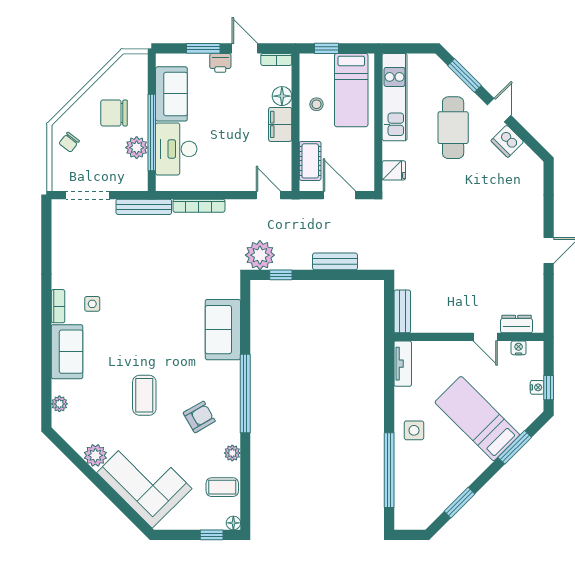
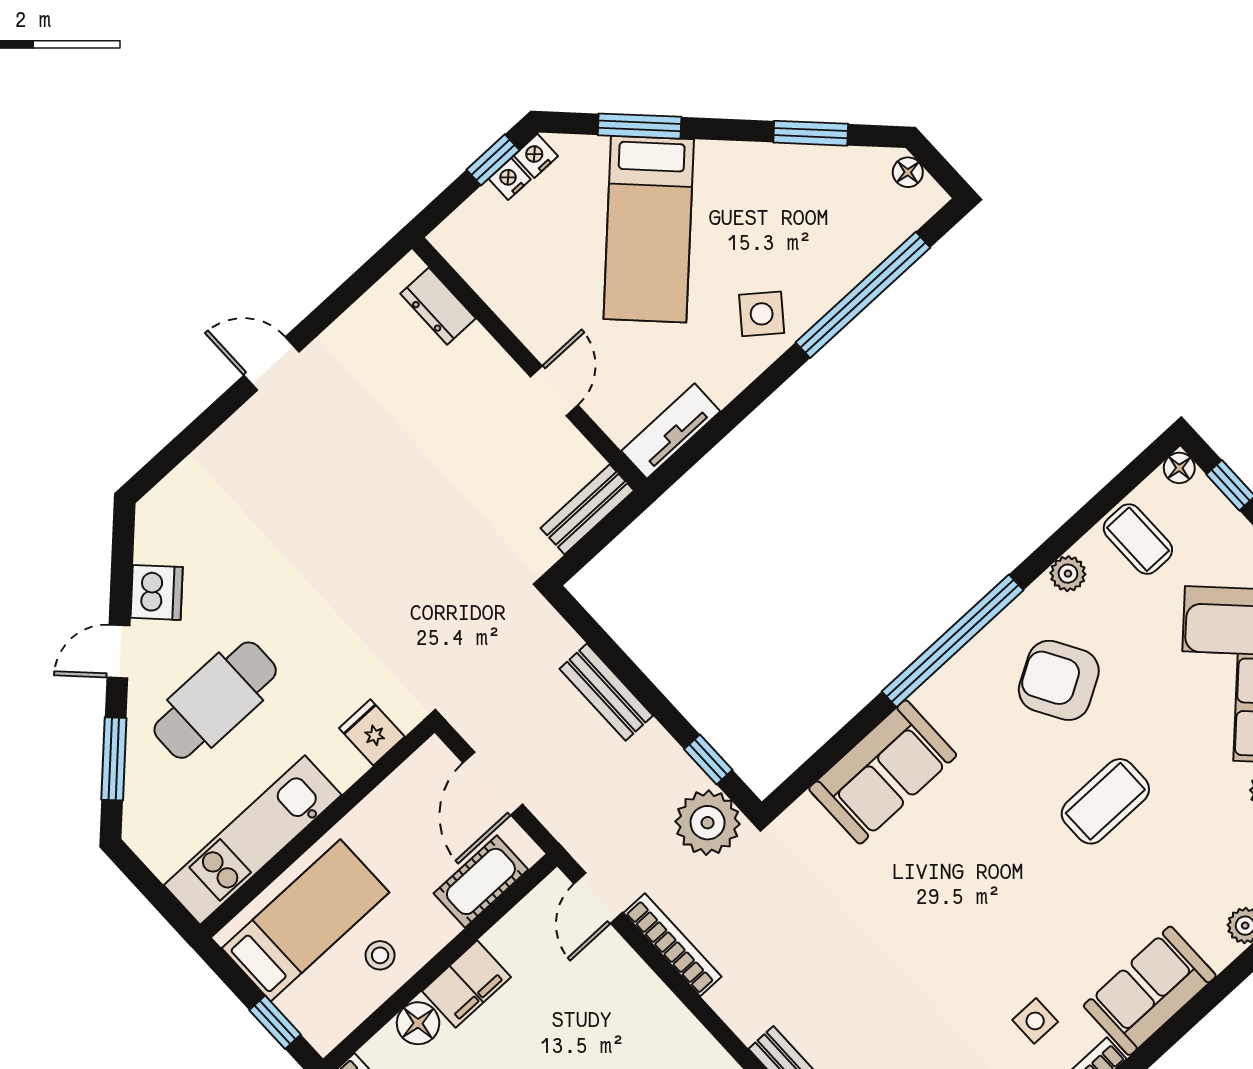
bookcase: (199, 206) -> (672, 945), moved
door: (485, 337) -> (554, 391), moved
nightstand: (519, 348) -> (536, 156), moved, turned 90
armchair: (199, 417) -> (1059, 680), width x1.38, depth x1.38
side table: (414, 430) -> (762, 314), turned 38
floor lamp: (416, 523) -> (908, 172), added

